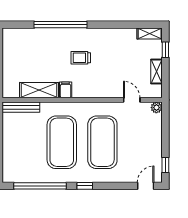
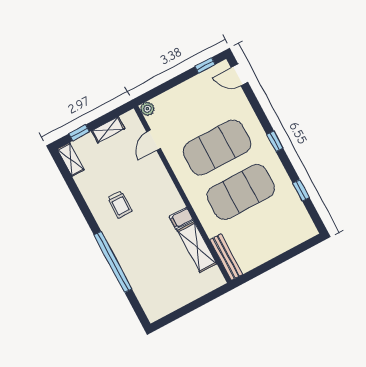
trolley: (81, 58) -> (120, 204), moved
window: (40, 186) -> (301, 190), width x0.32

